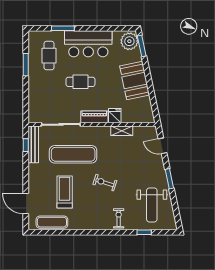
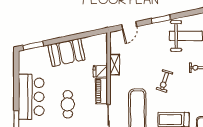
plant: (129, 41) -> (29, 57), removed

